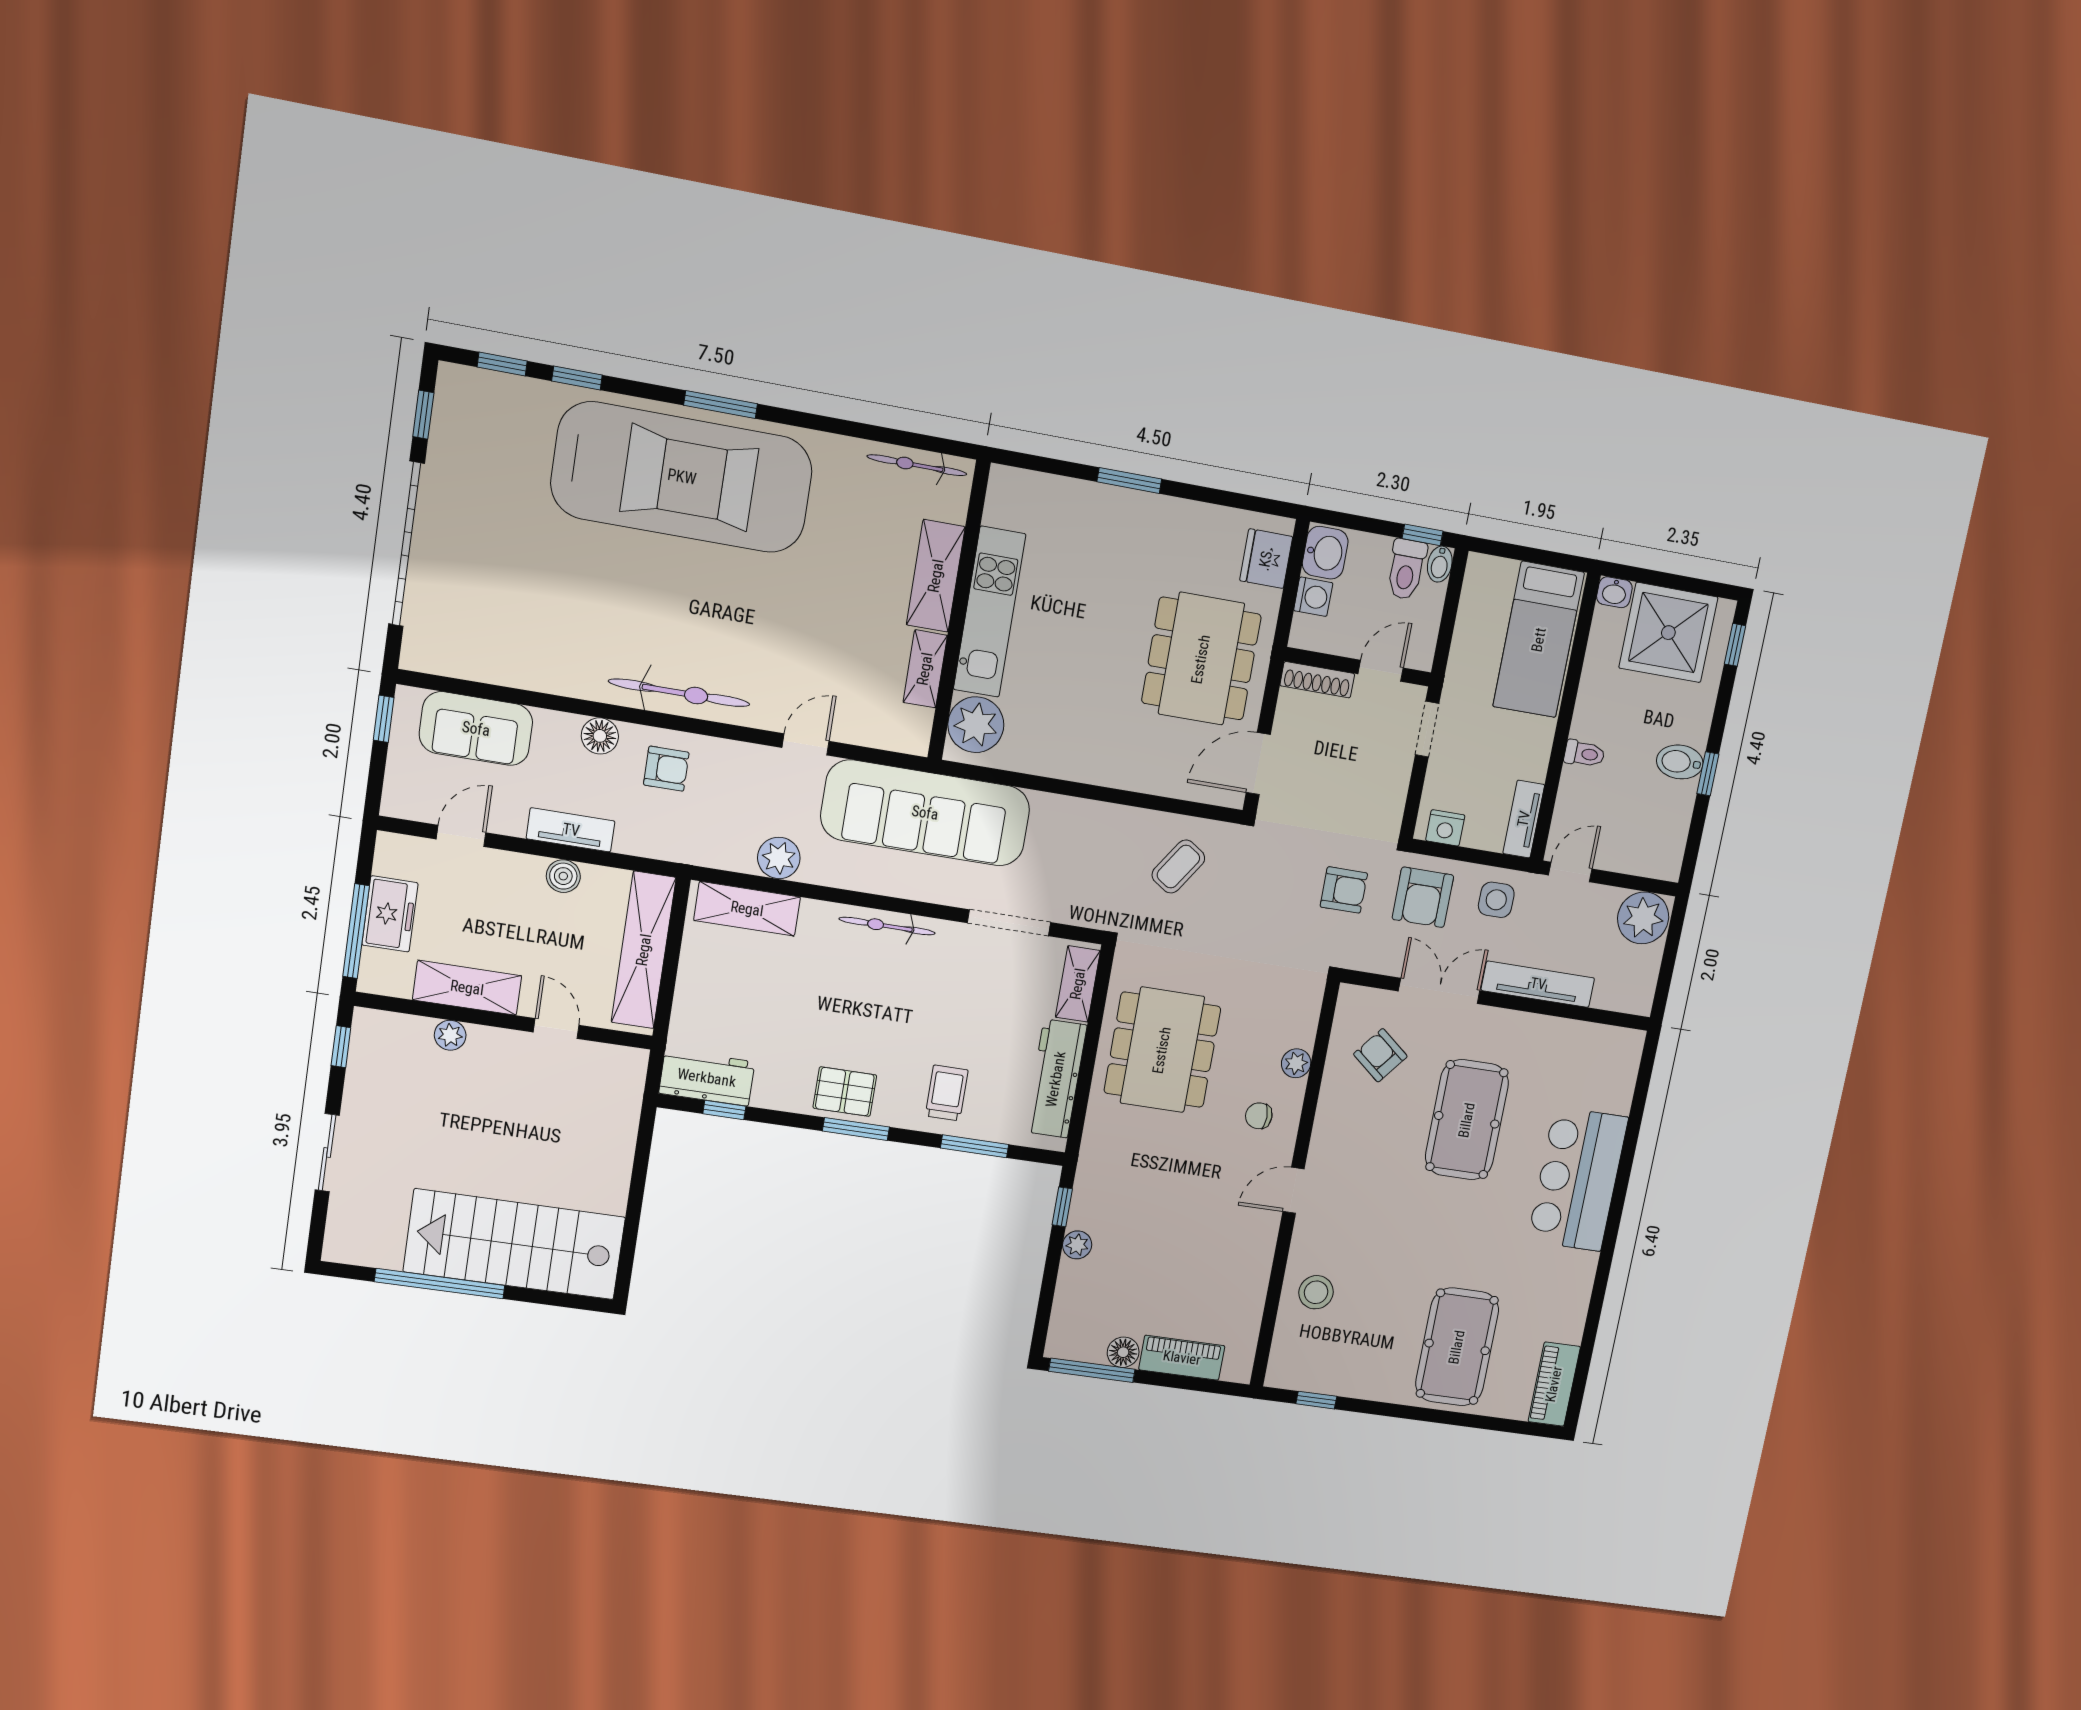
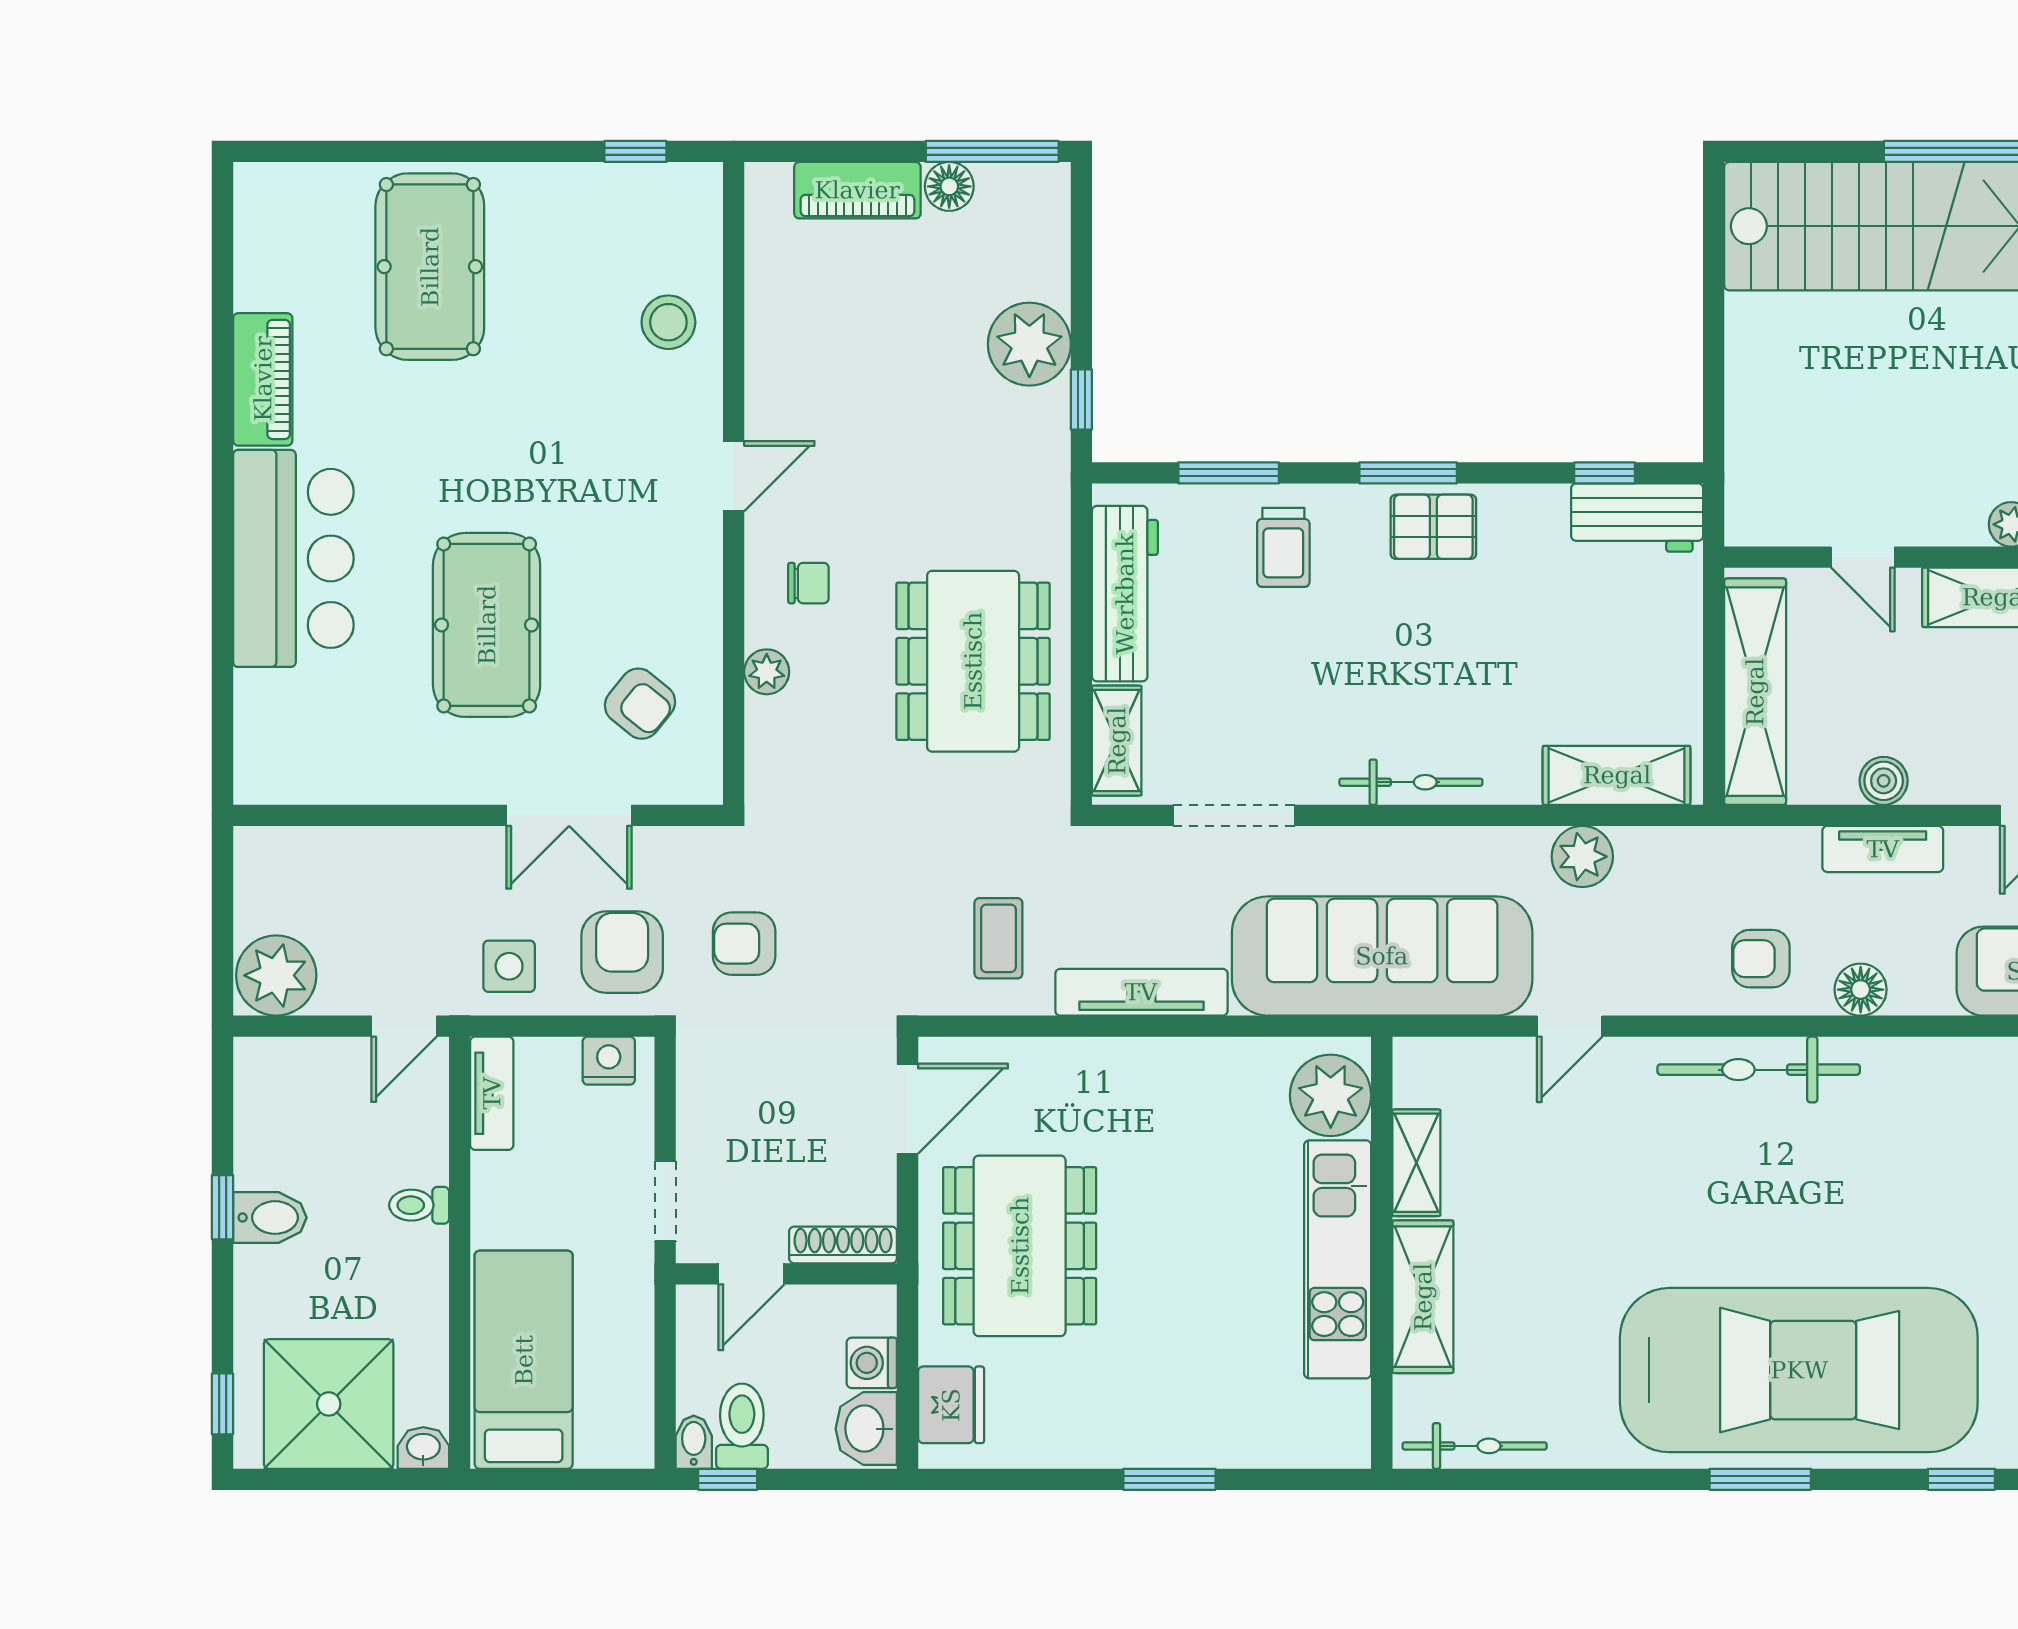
car: (682, 477) -> (1799, 1370), turned 180
coffee table: (1178, 867) -> (998, 938), turned -34
tv unit: (1538, 984) -> (1141, 992), moved, turned 180
plant: (1077, 1245) -> (1029, 344), width x1.87, depth x1.87
piano: (1554, 1384) -> (263, 379), moved

